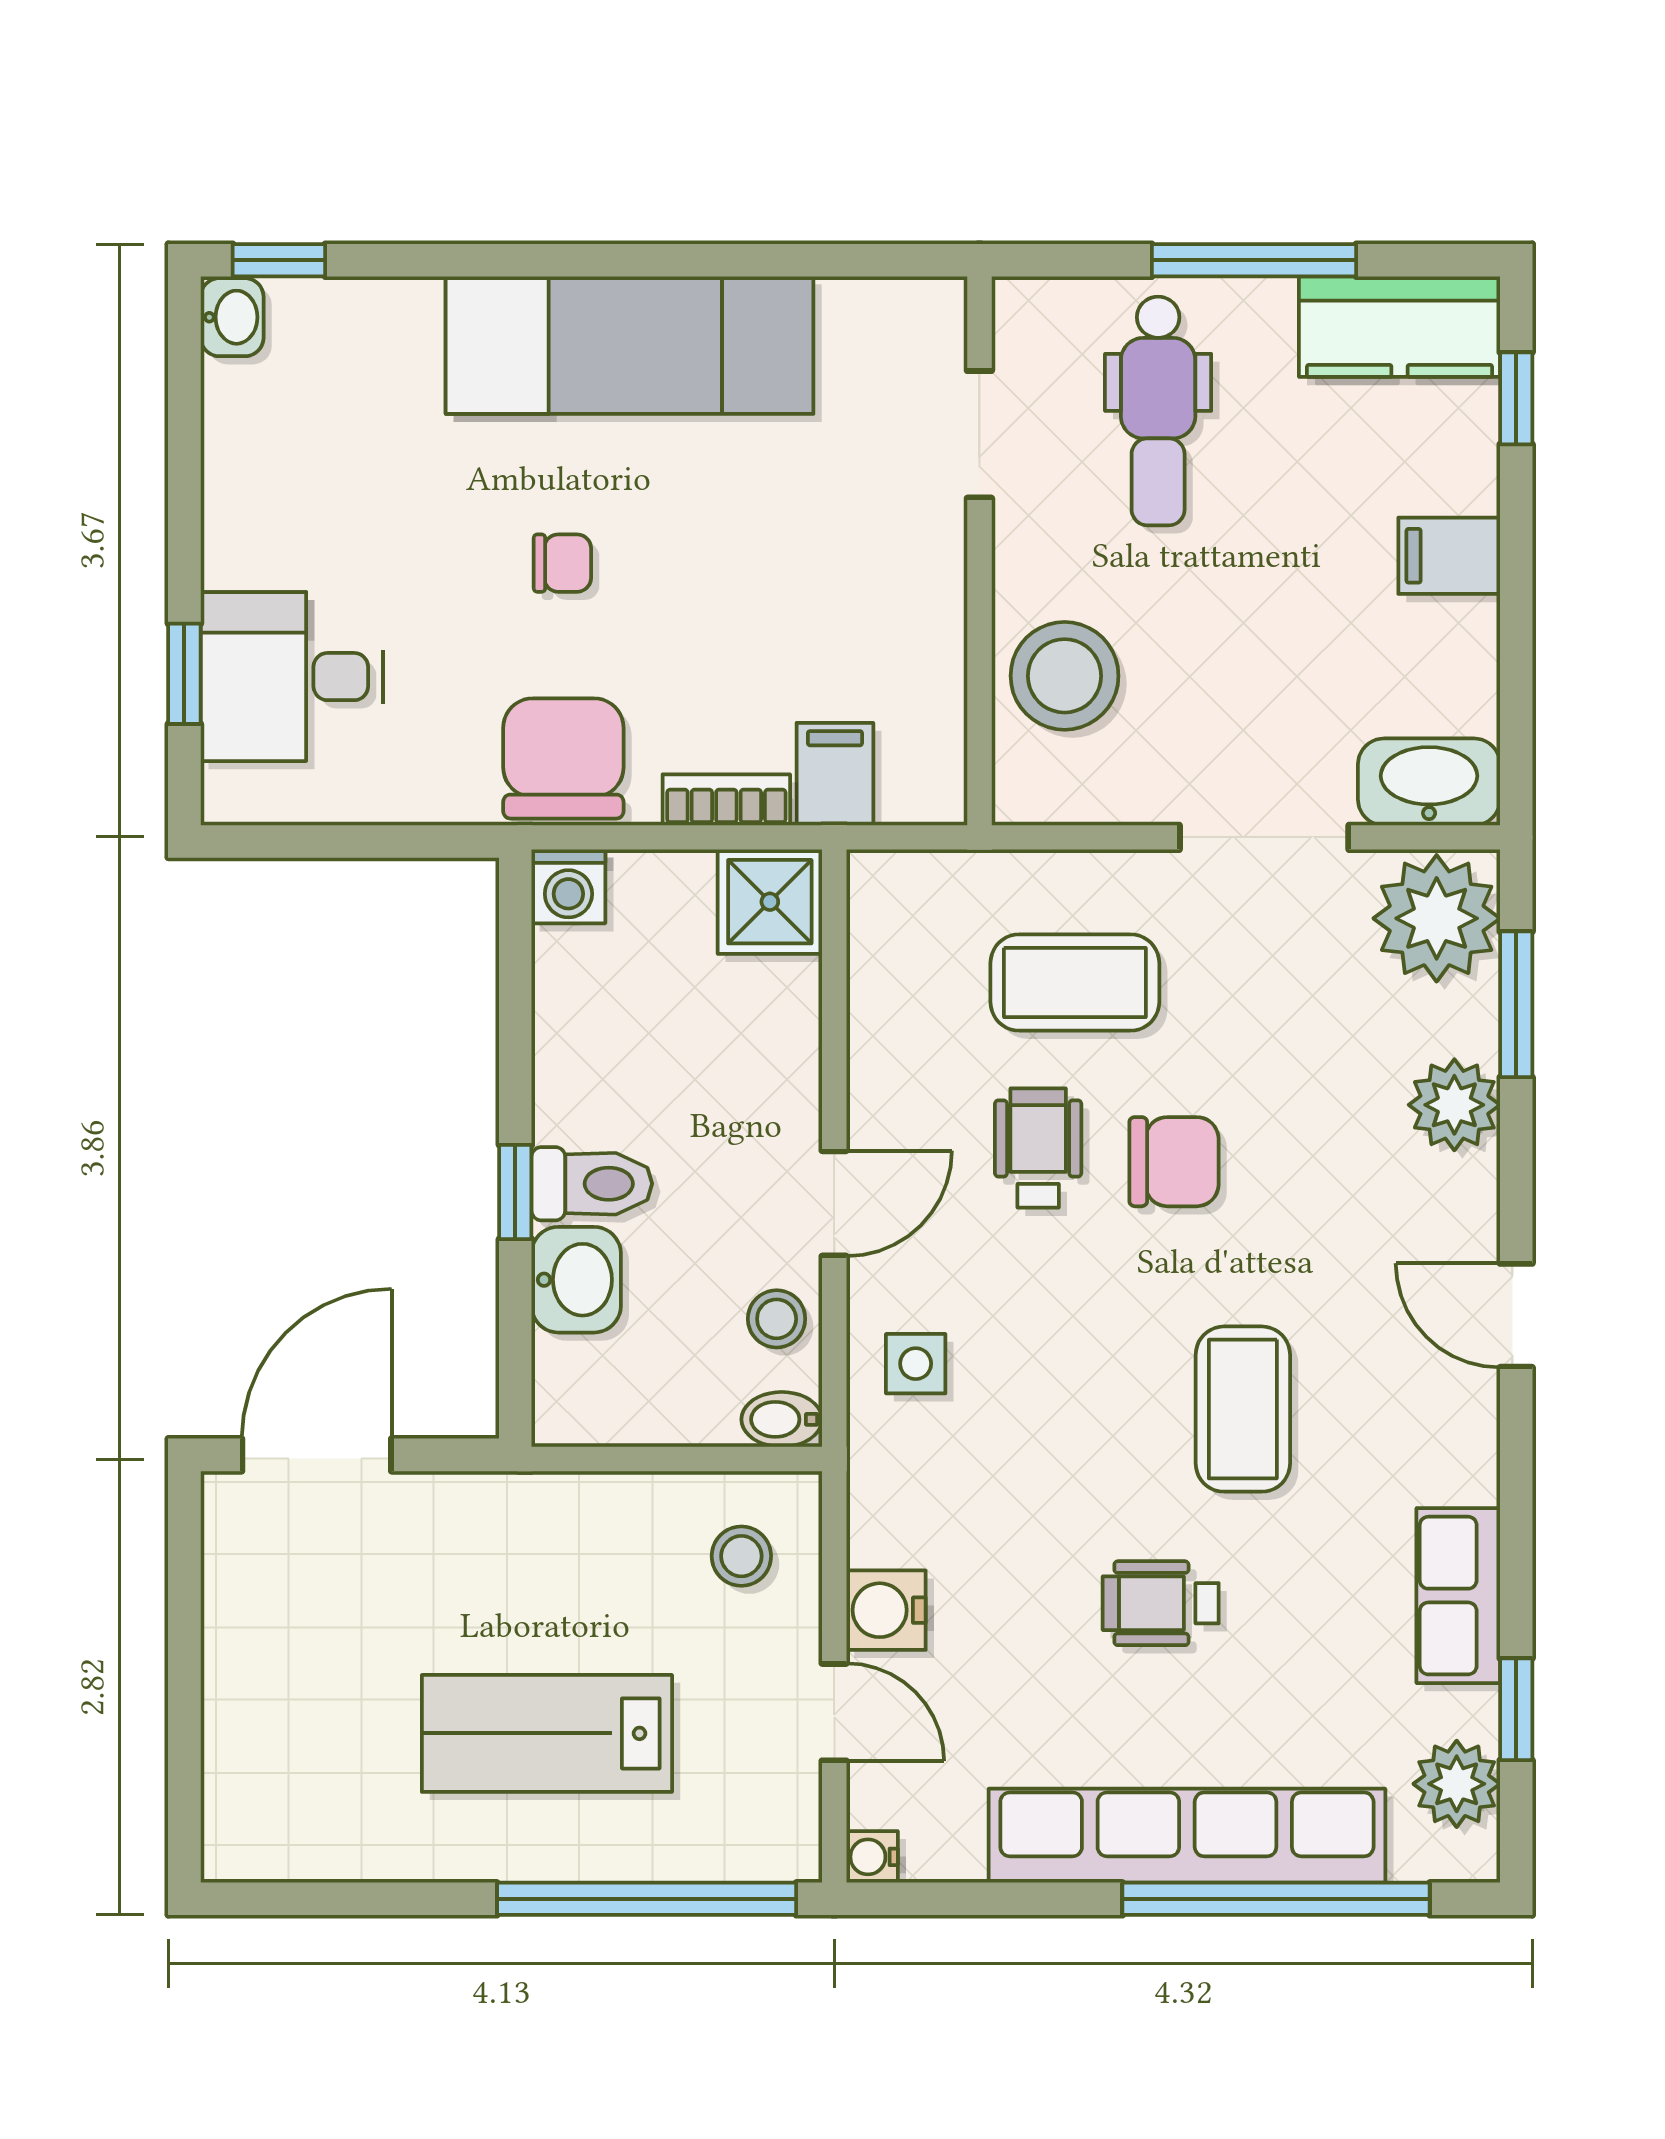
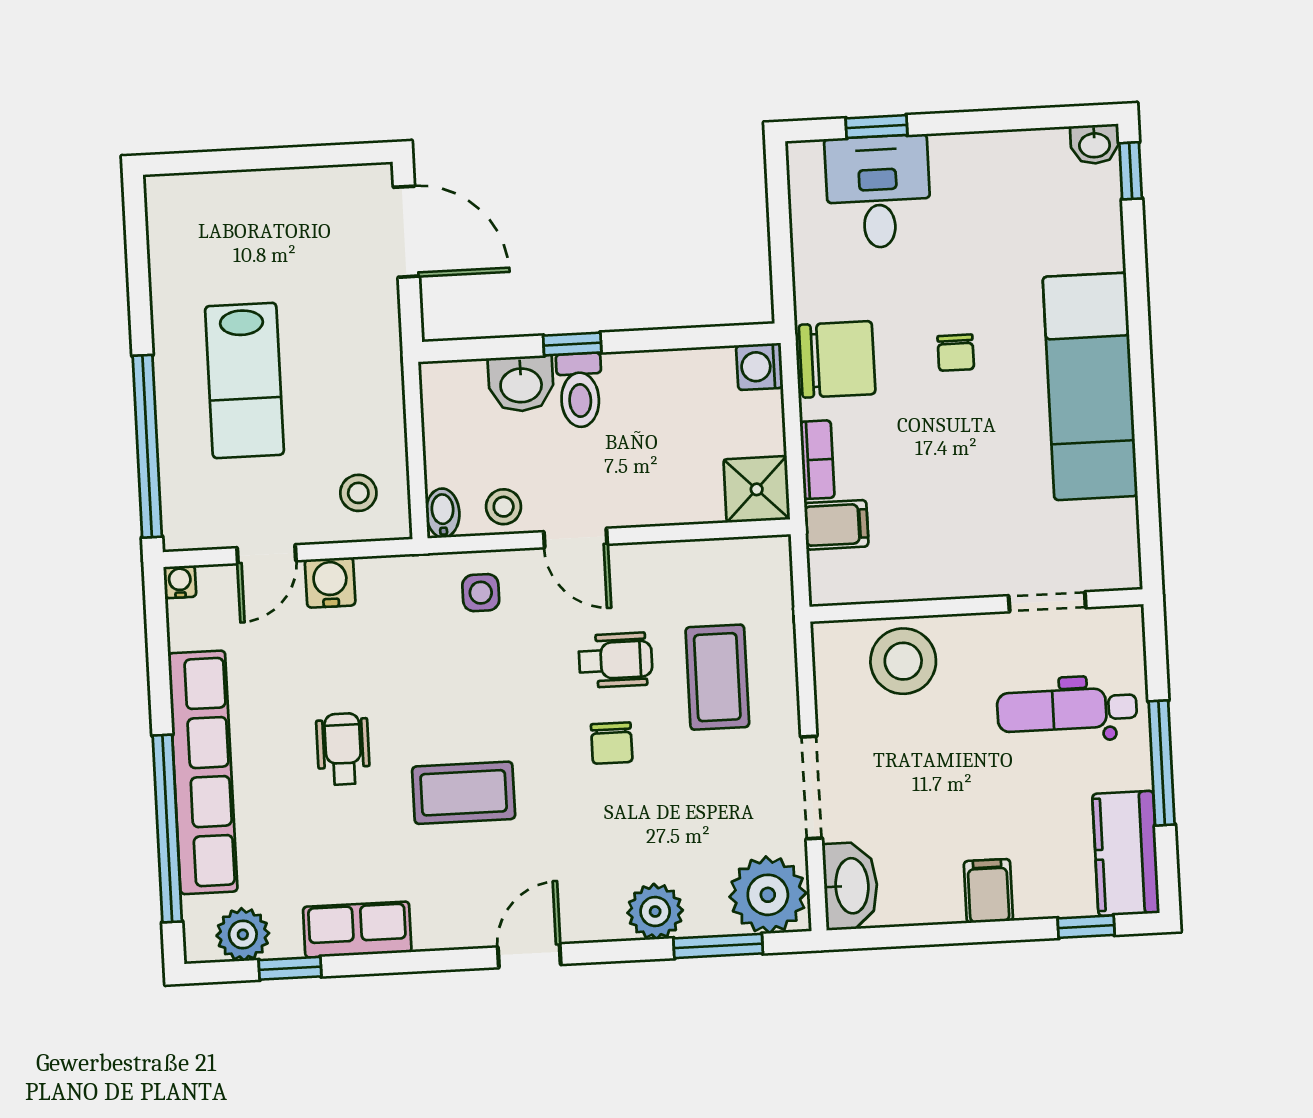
chair: (1174, 1162) -> (612, 743), width x0.73, depth x0.73
lab bench: (547, 1733) -> (244, 380), turned 180

